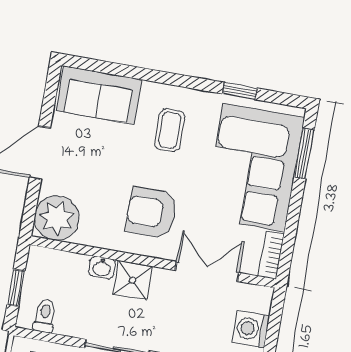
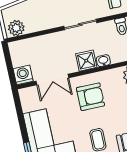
bookcase: (271, 255) -> (25, 100), removed
washing machine: (251, 329) -> (23, 75), moved, turned -90

